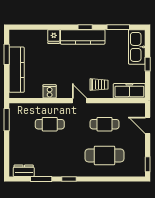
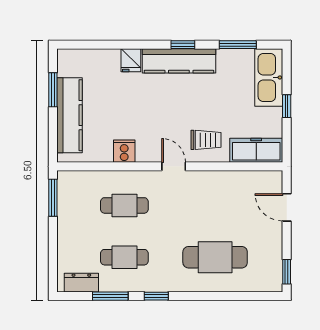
cafe table: (105, 124) -> (124, 257), moved

